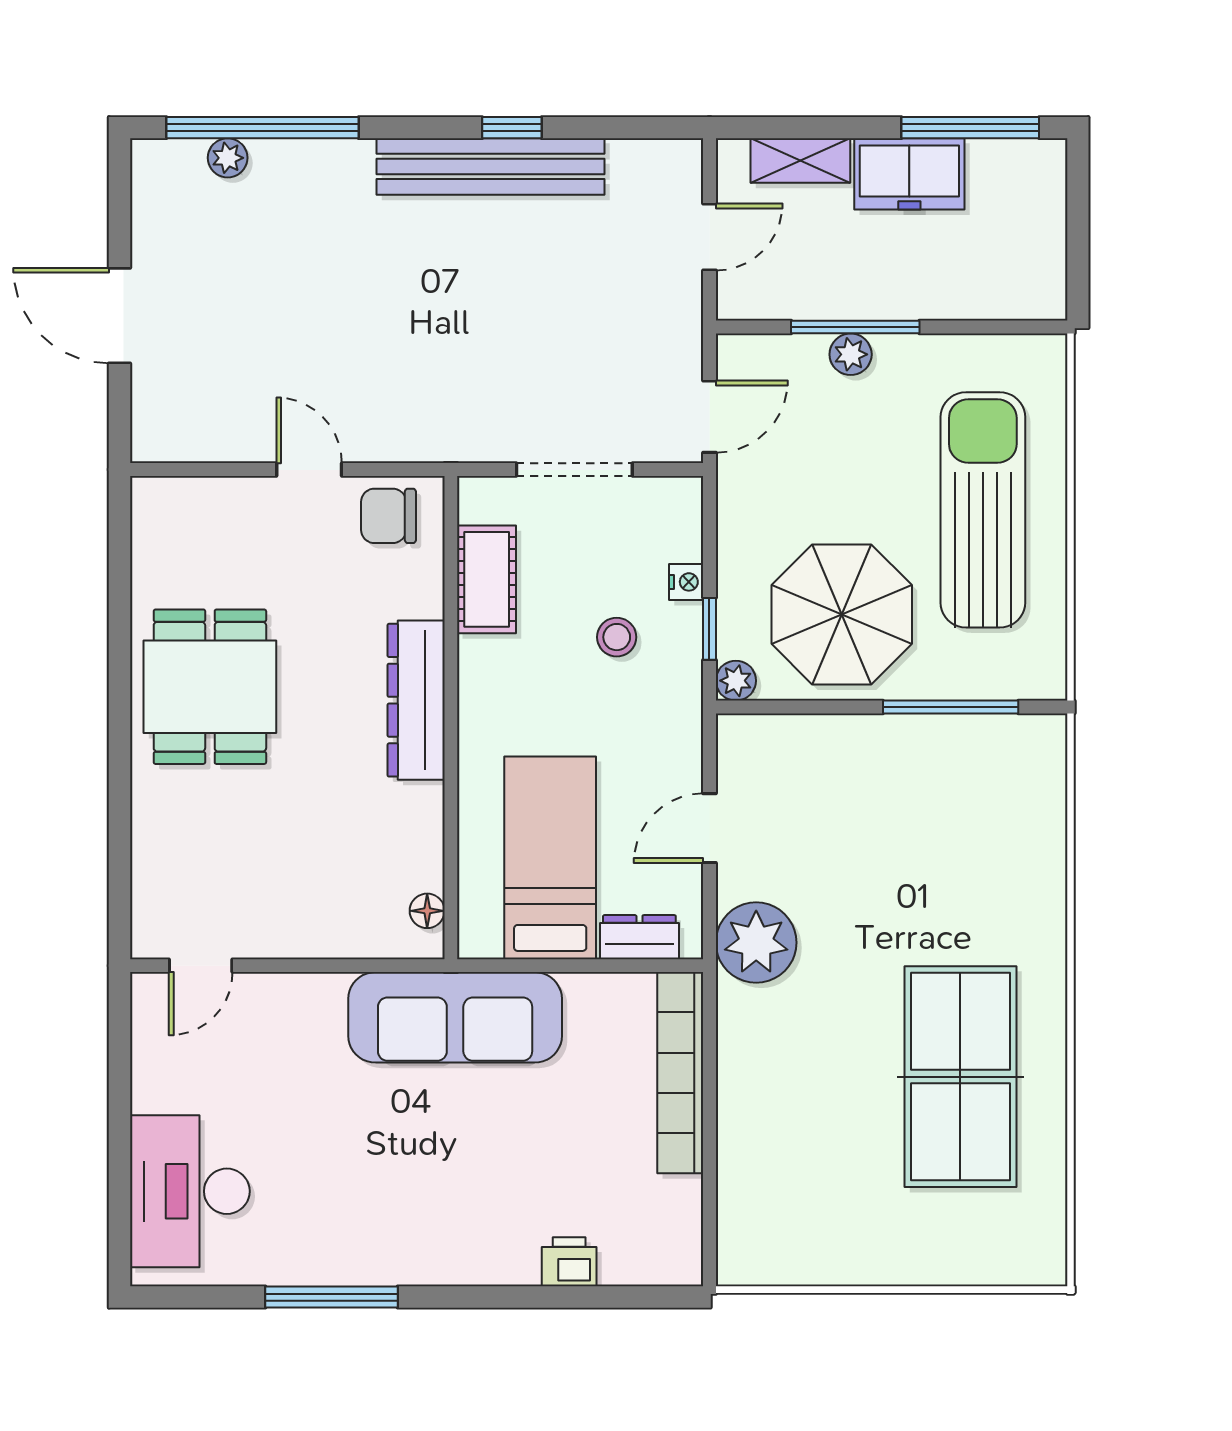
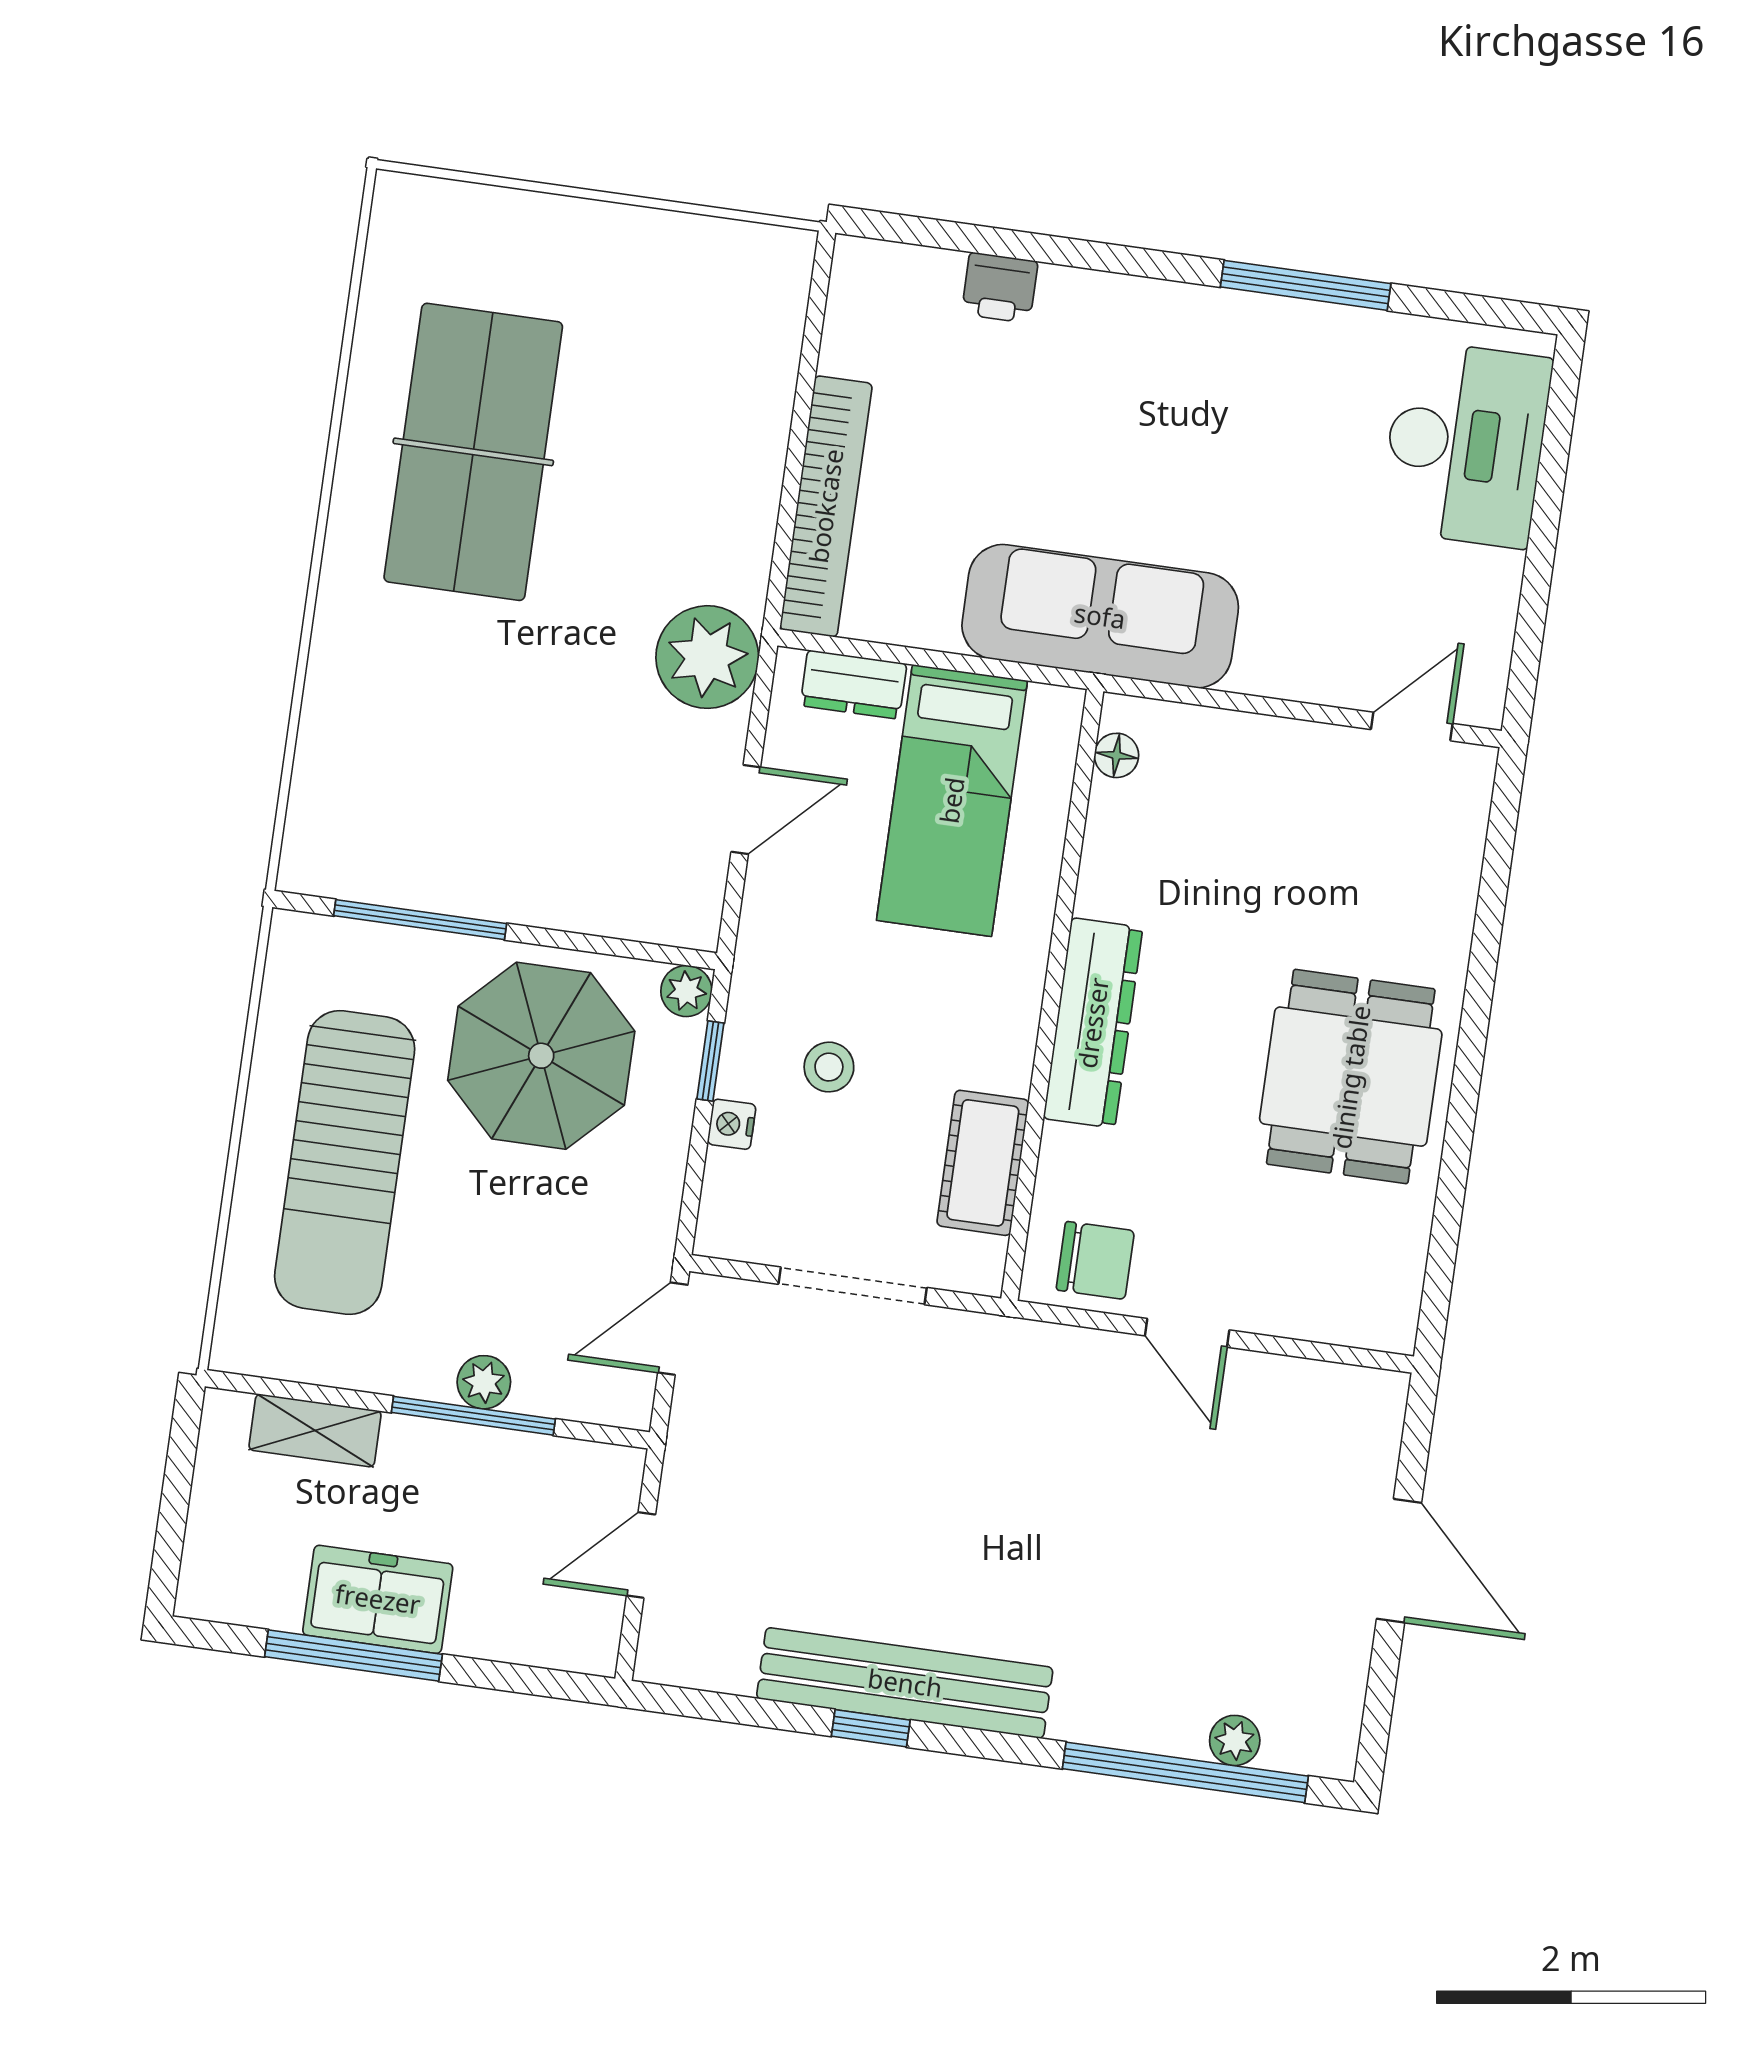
window: (970, 128) -> (354, 1655), moved
shelving: (800, 161) -> (315, 1430), moved

